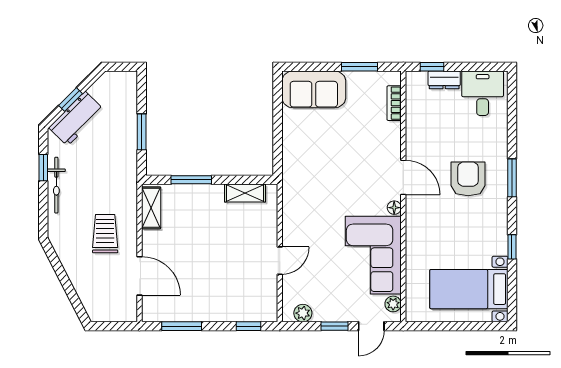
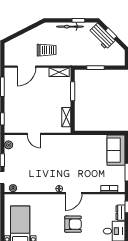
corner sofa: (373, 255) -> (36, 179), removed

